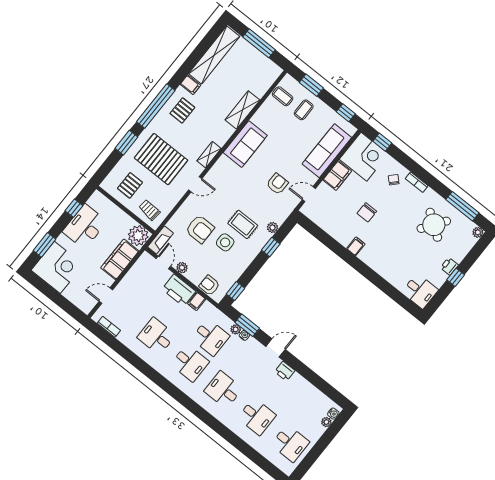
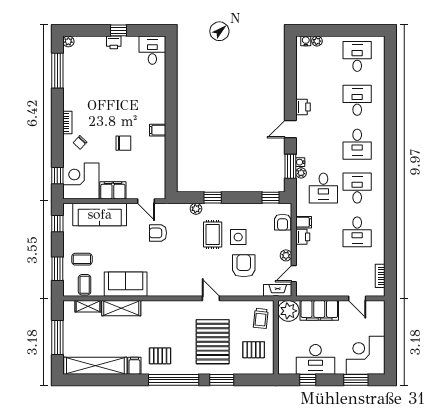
sofa: (245, 144) -> (126, 284), moved
shelving: (209, 155) -> (88, 306), moved
round table: (434, 225) -> (90, 82), removed
printer: (179, 290) -> (303, 237), width x0.53, depth x0.68
desk: (210, 337) -> (323, 188), turned 180
door: (276, 348) -> (290, 129), hinge flipped

